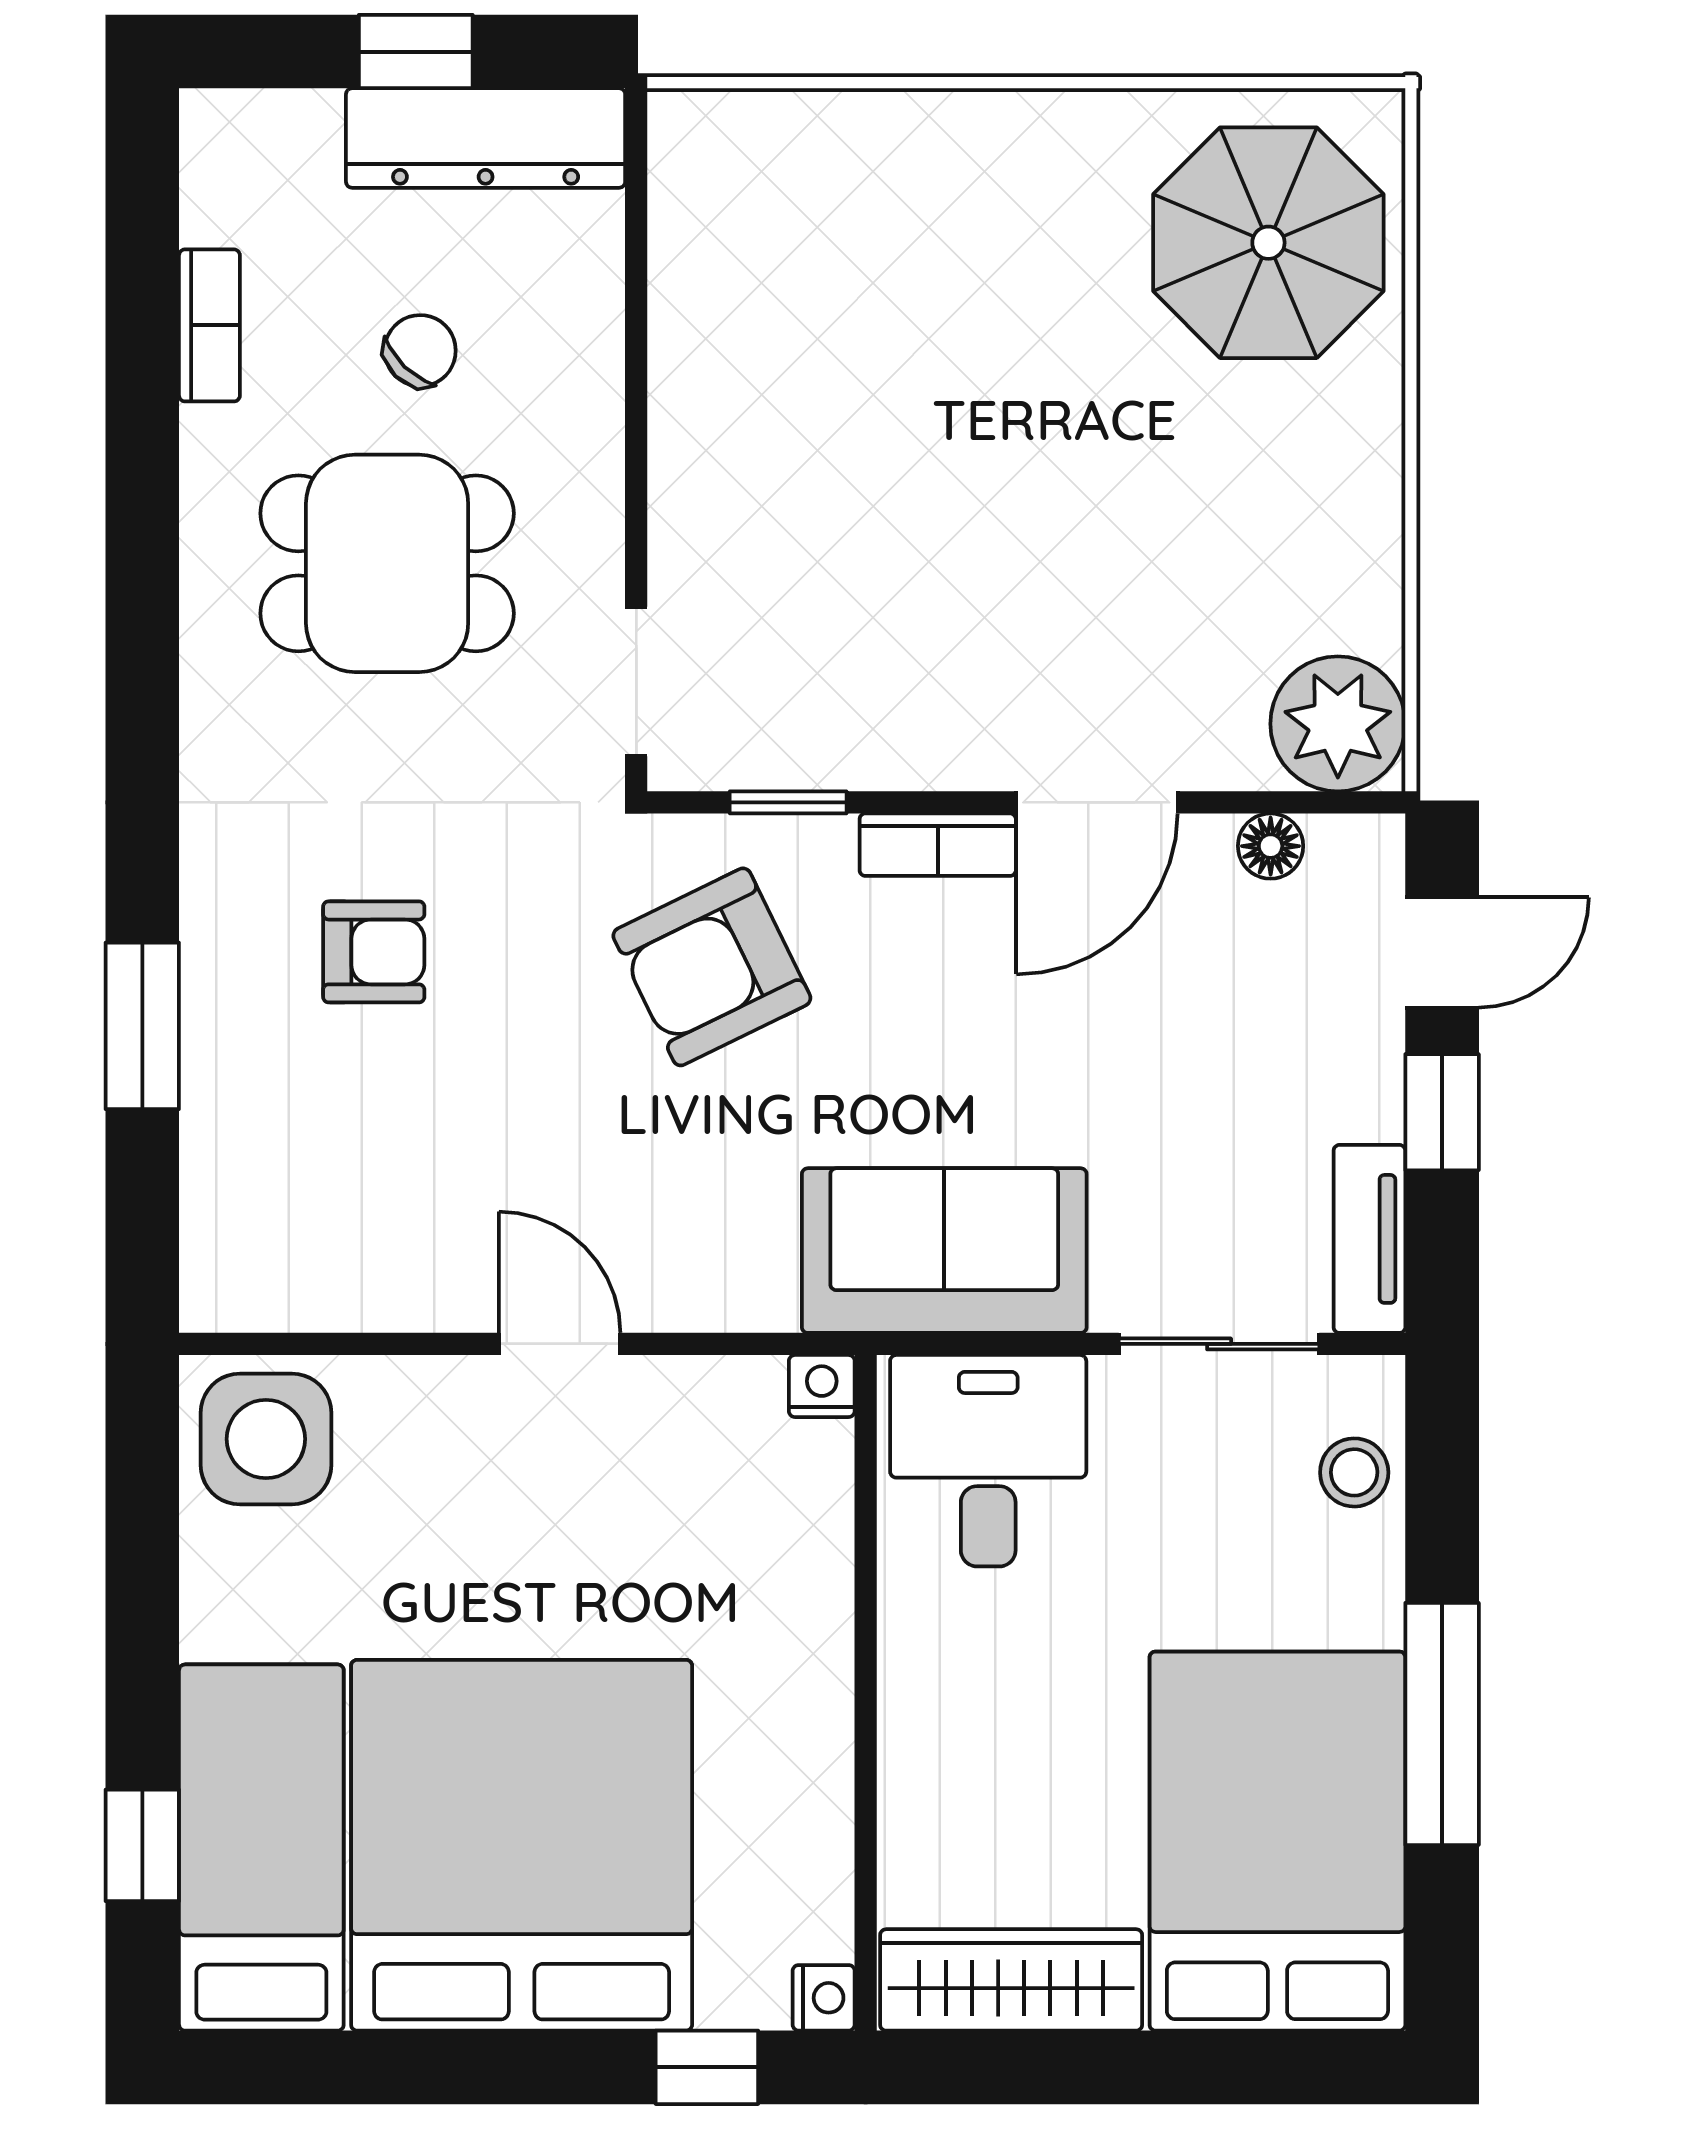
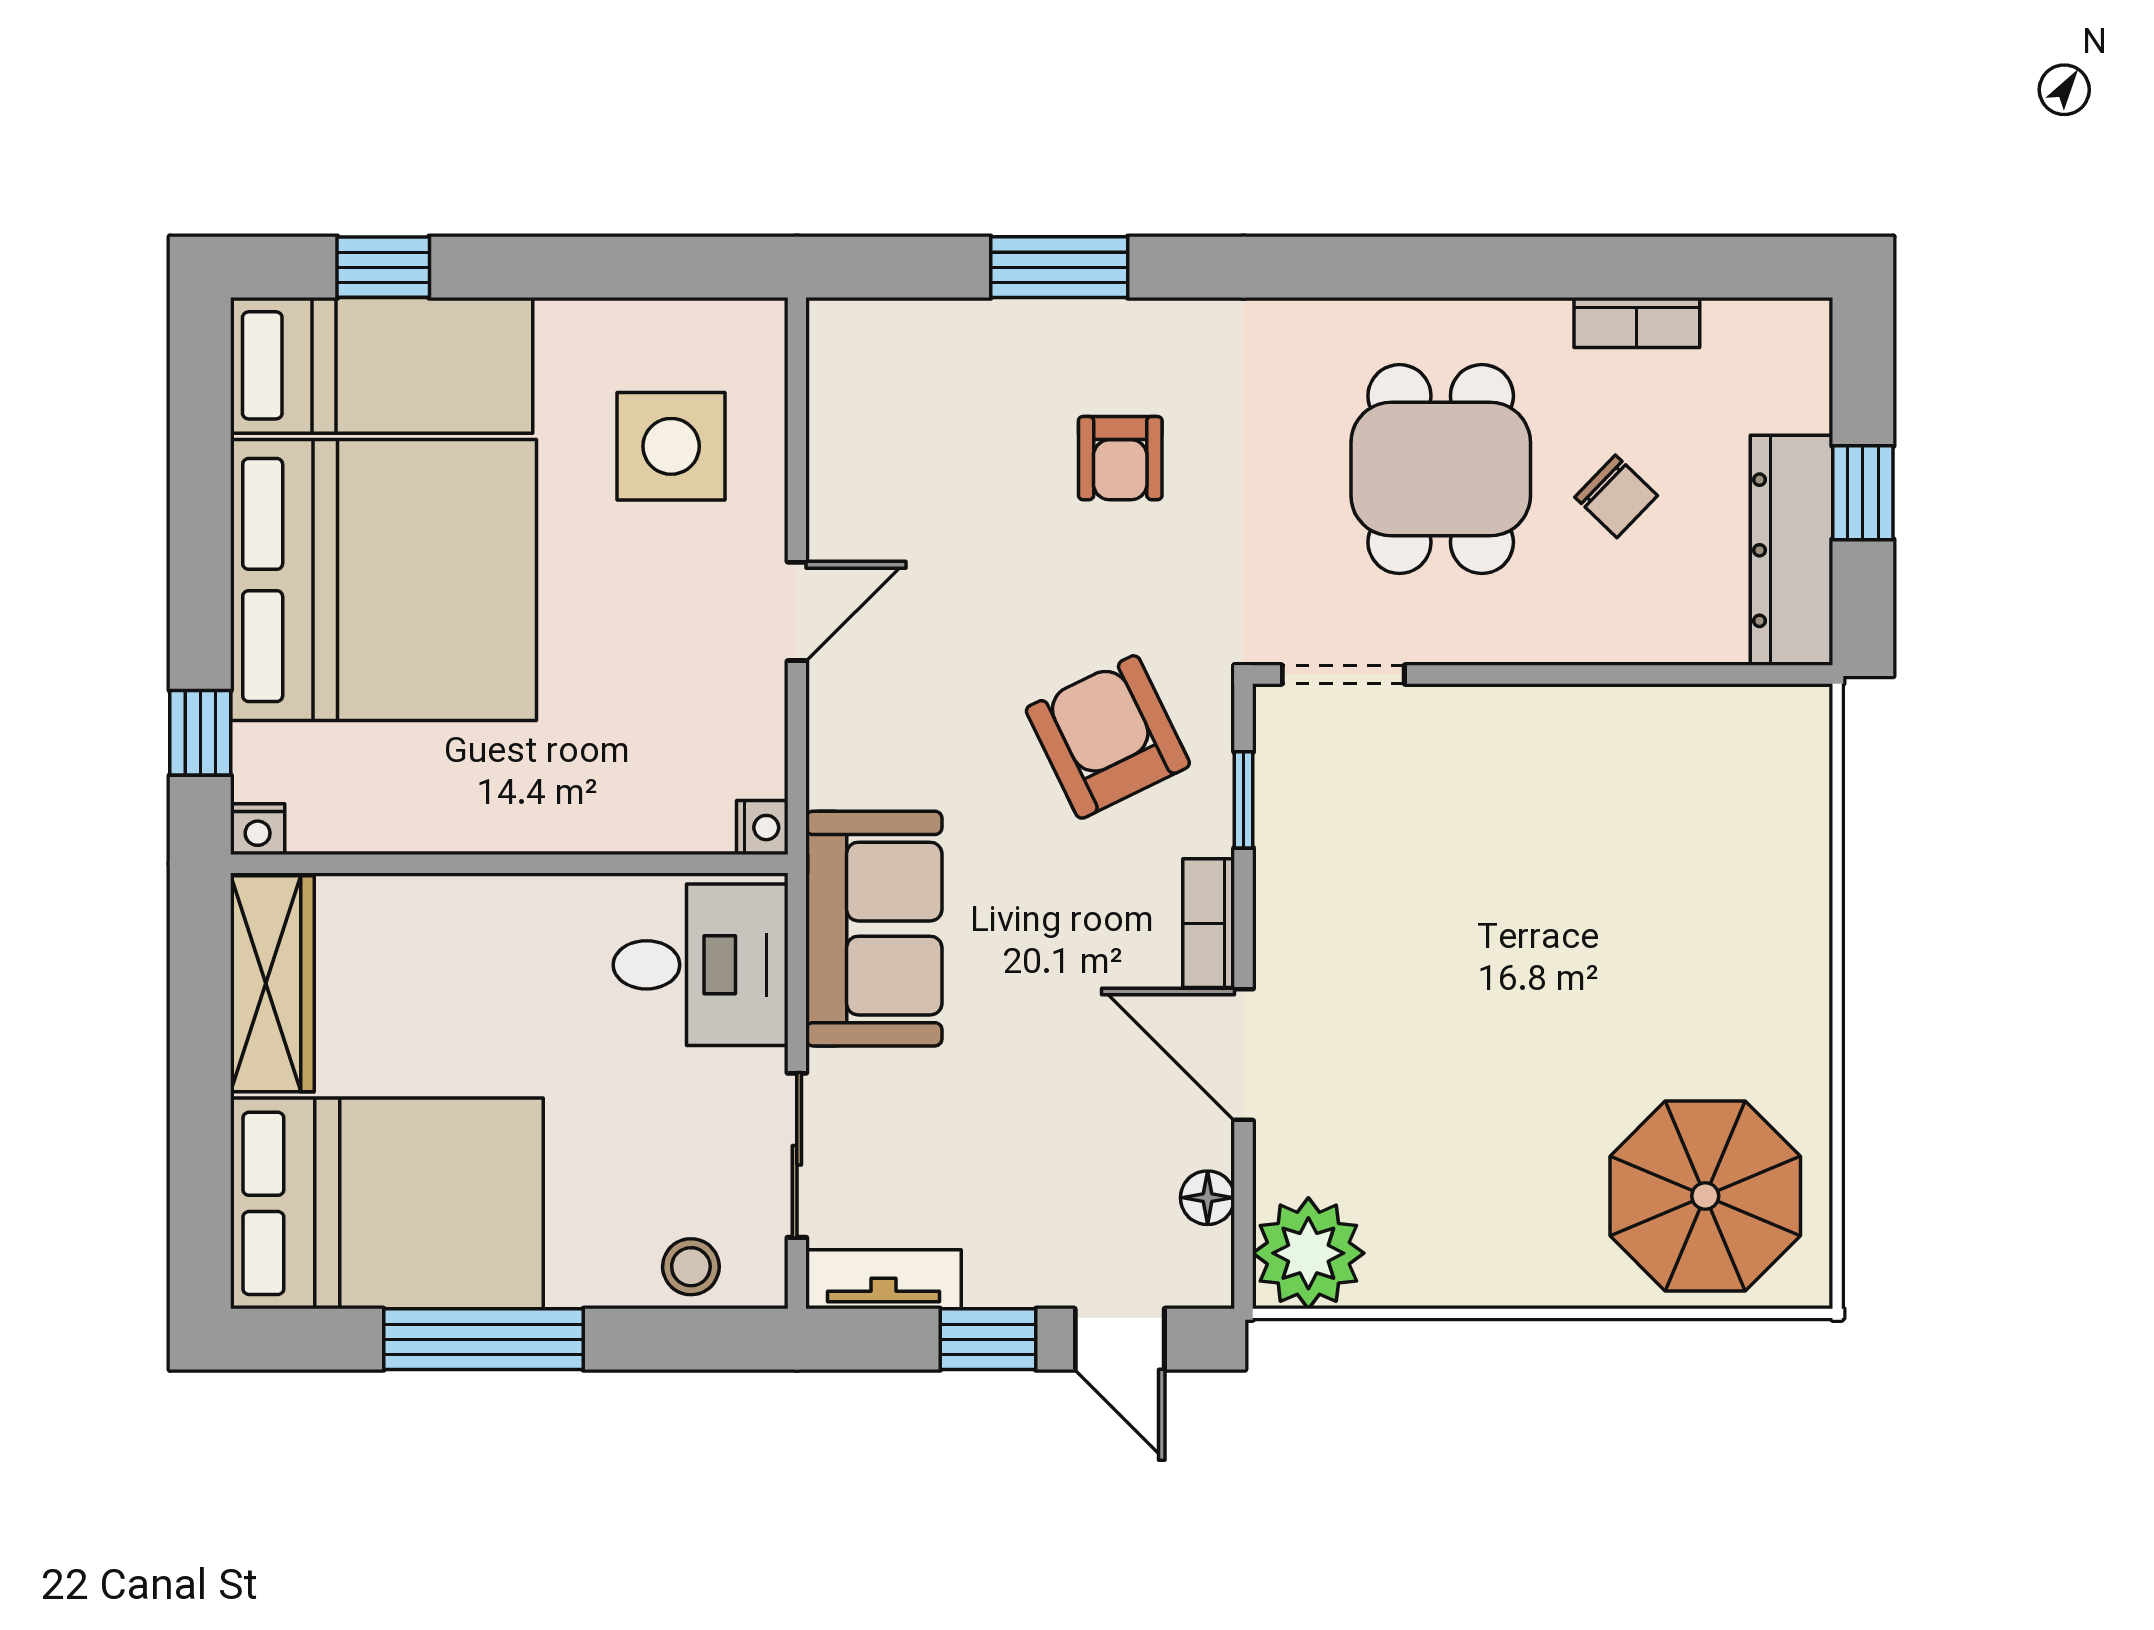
side table: (266, 1439) -> (671, 446), moved

